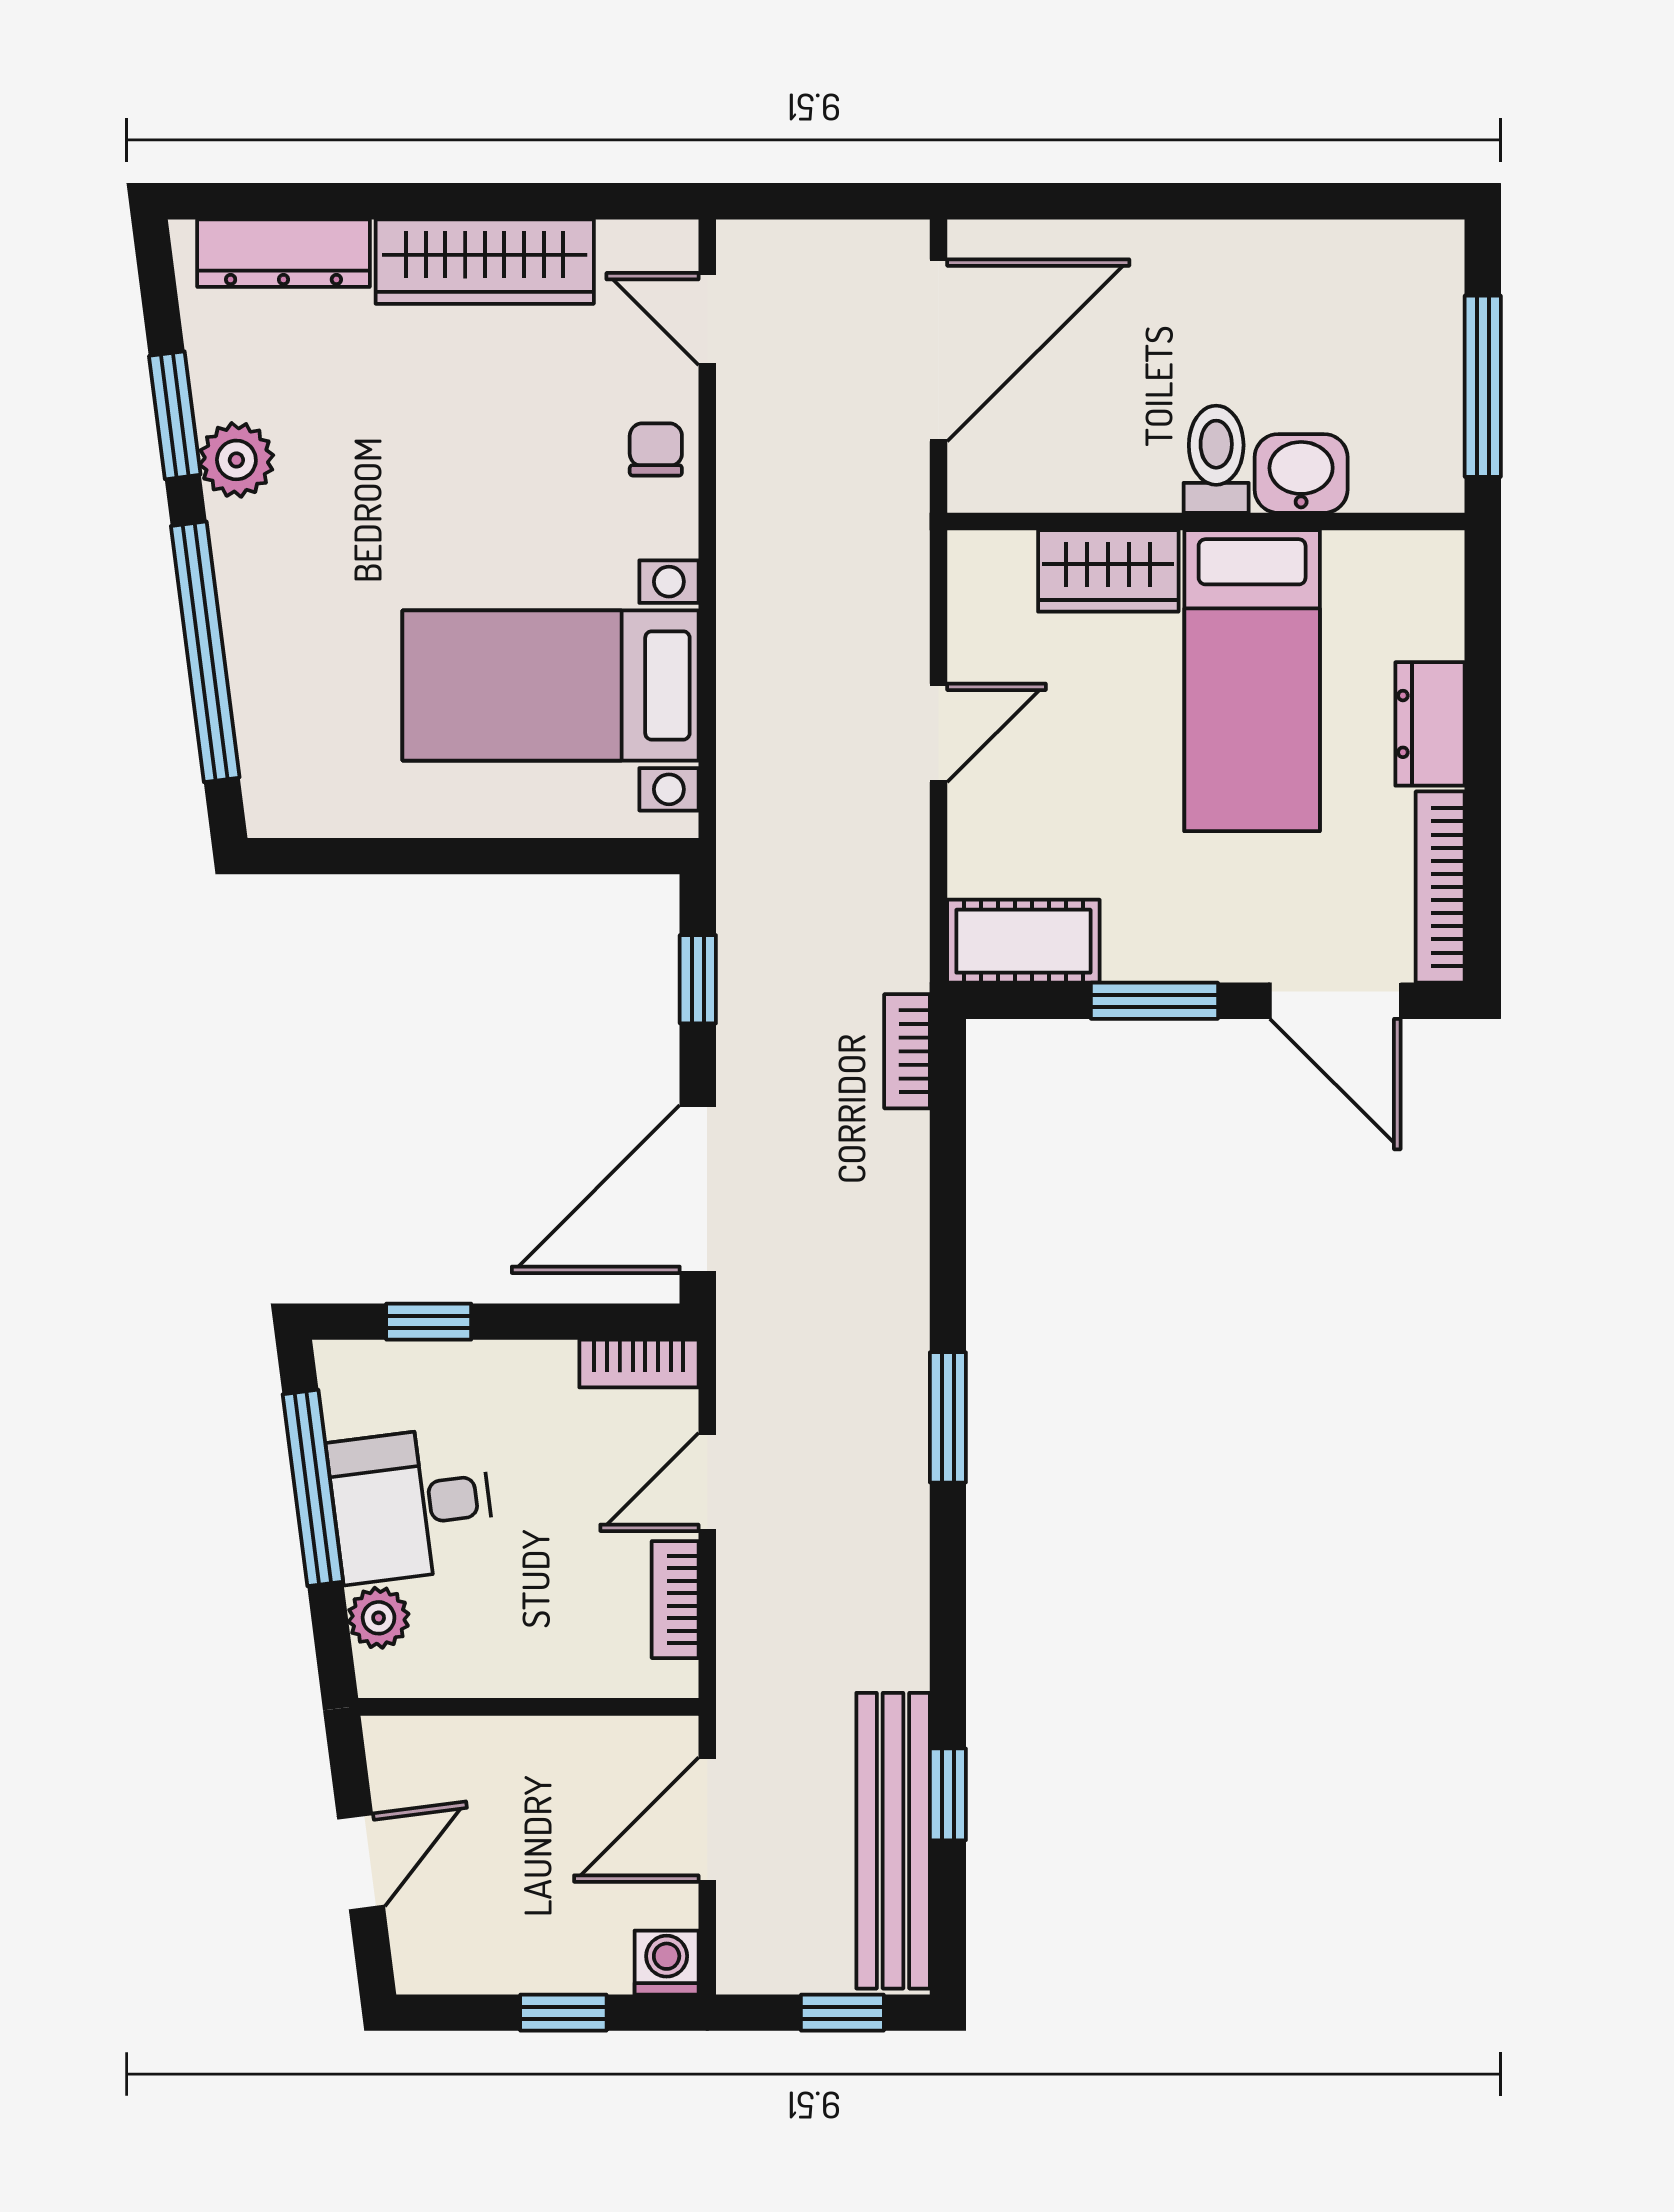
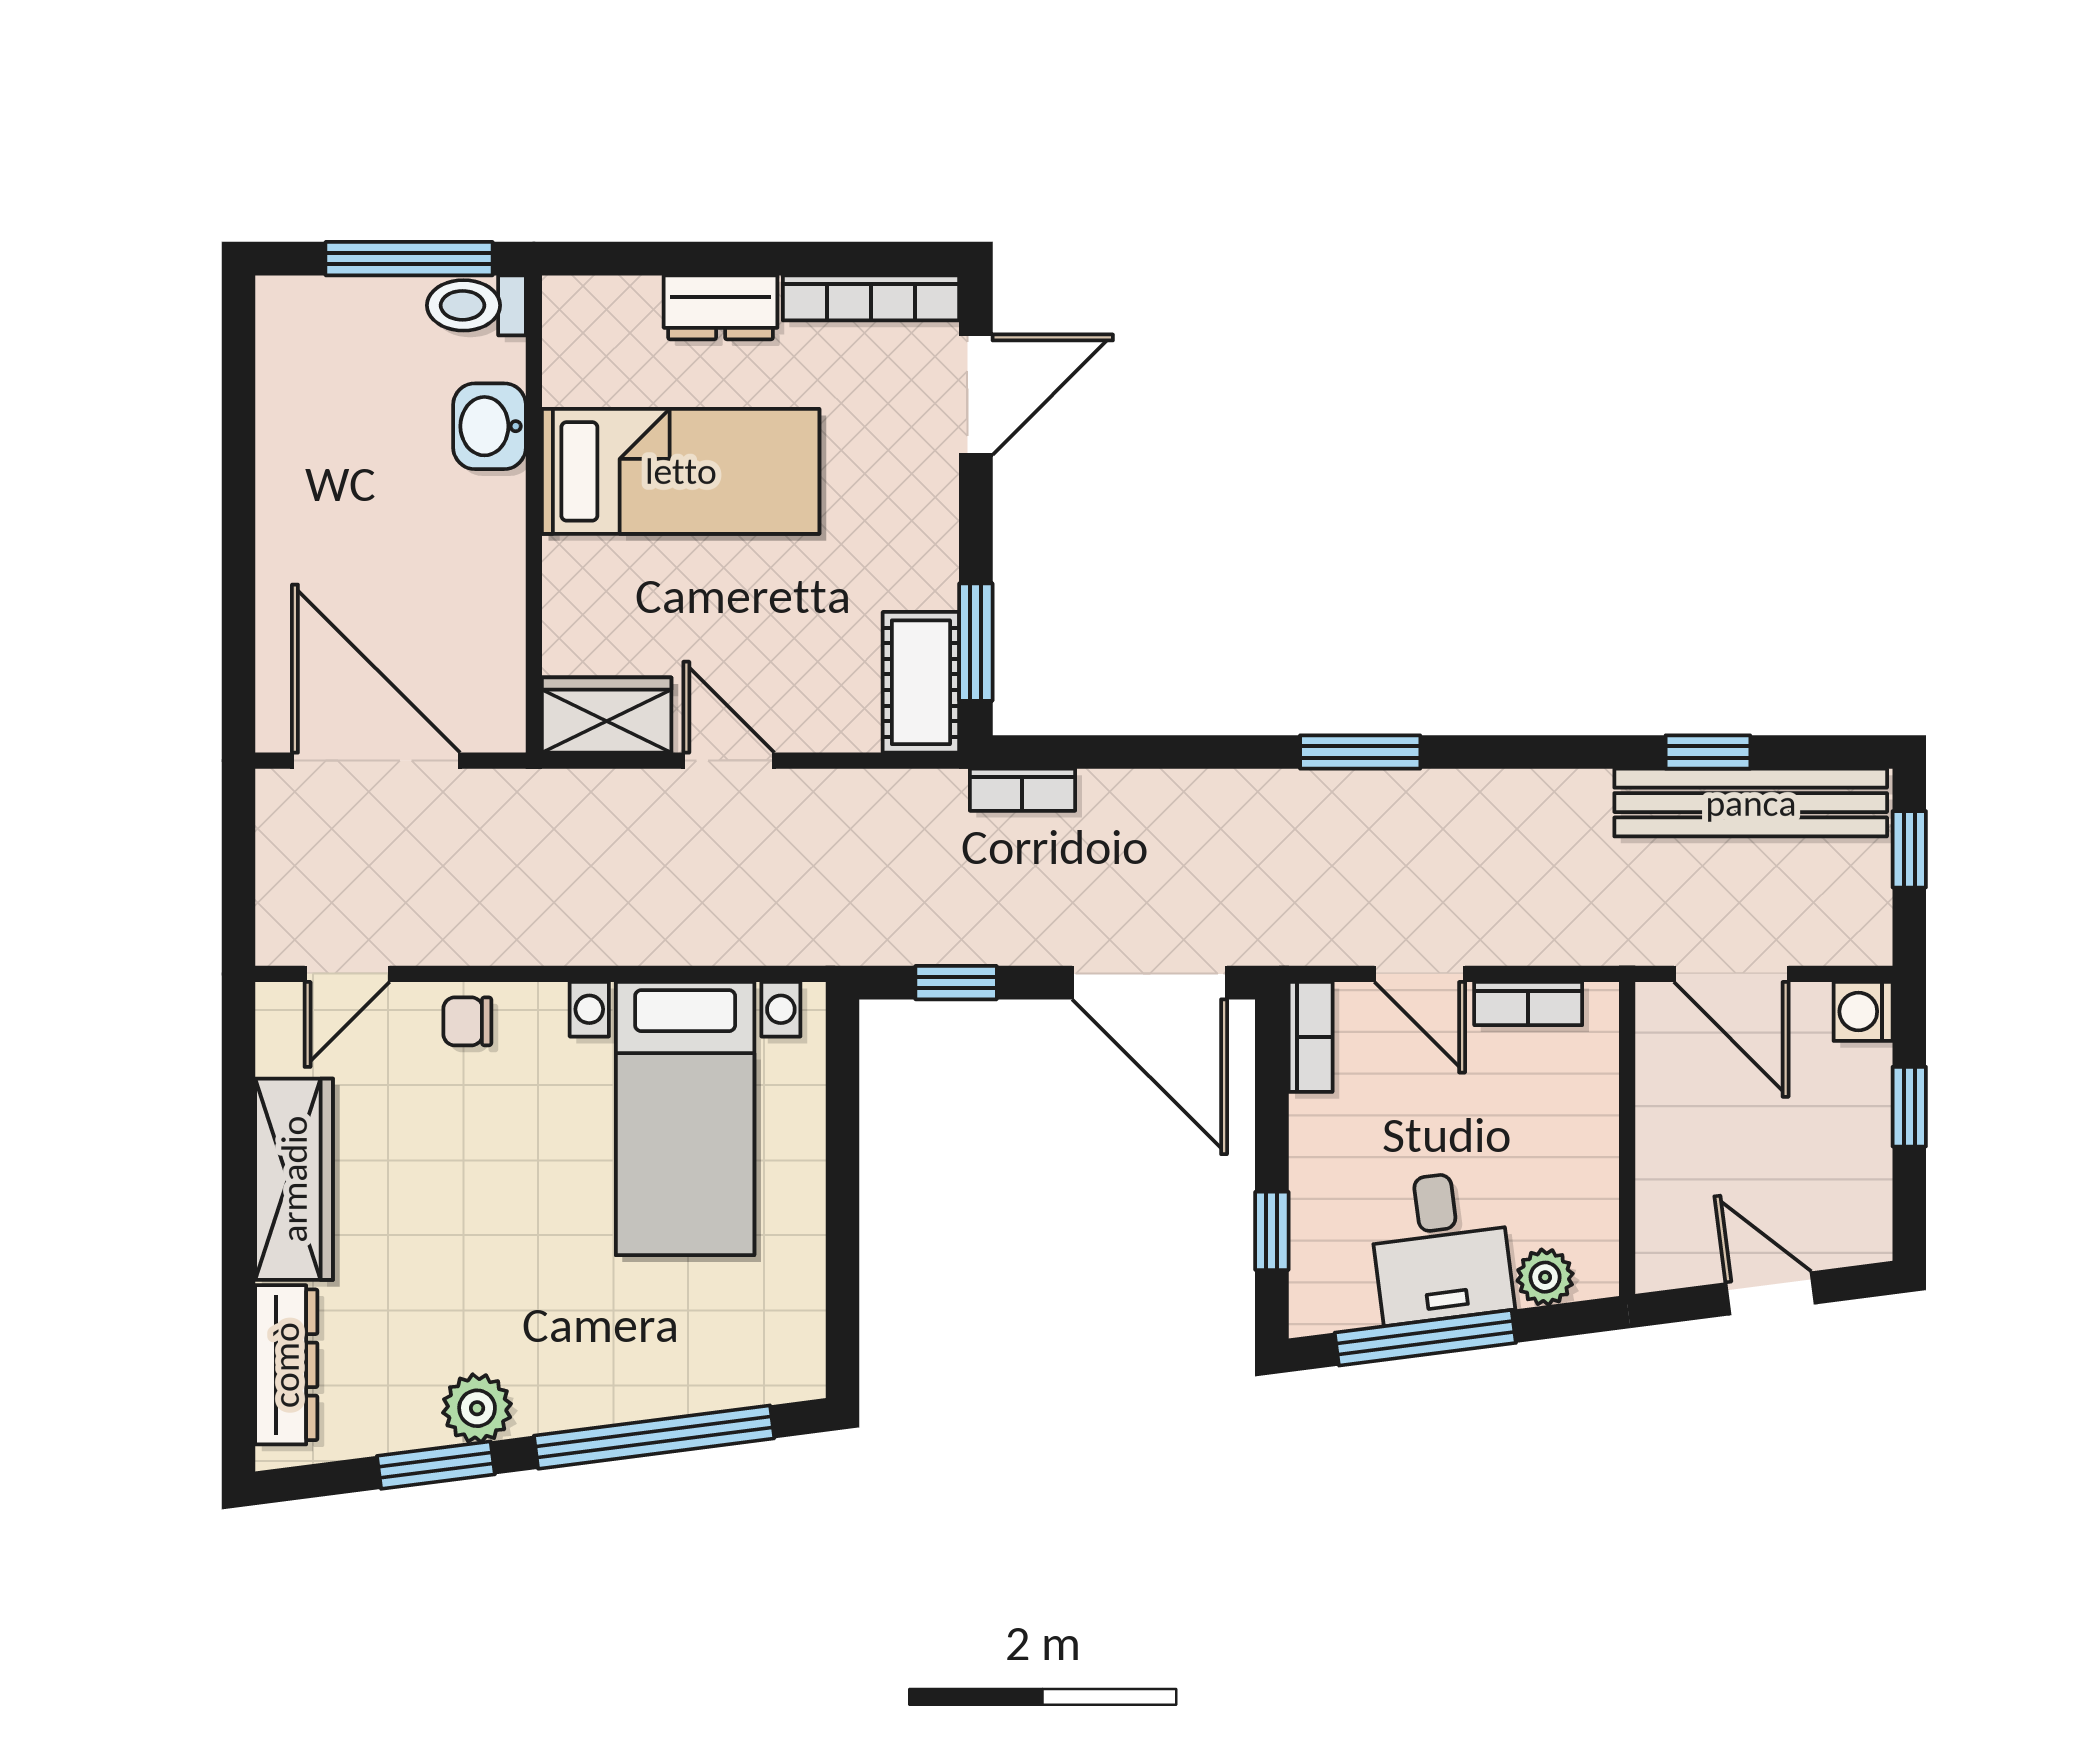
toilet: (1216, 459) -> (476, 305), moved
wardrobe: (1108, 571) -> (607, 715), moved, turned -90
window: (1154, 1001) -> (976, 642), moved

